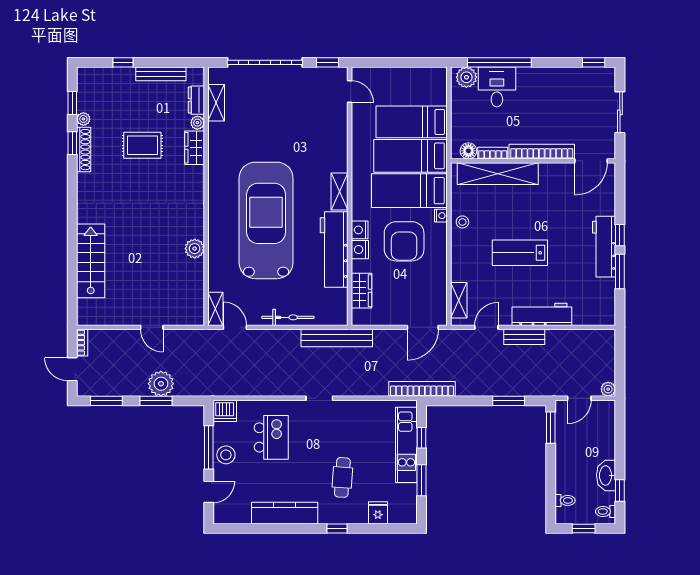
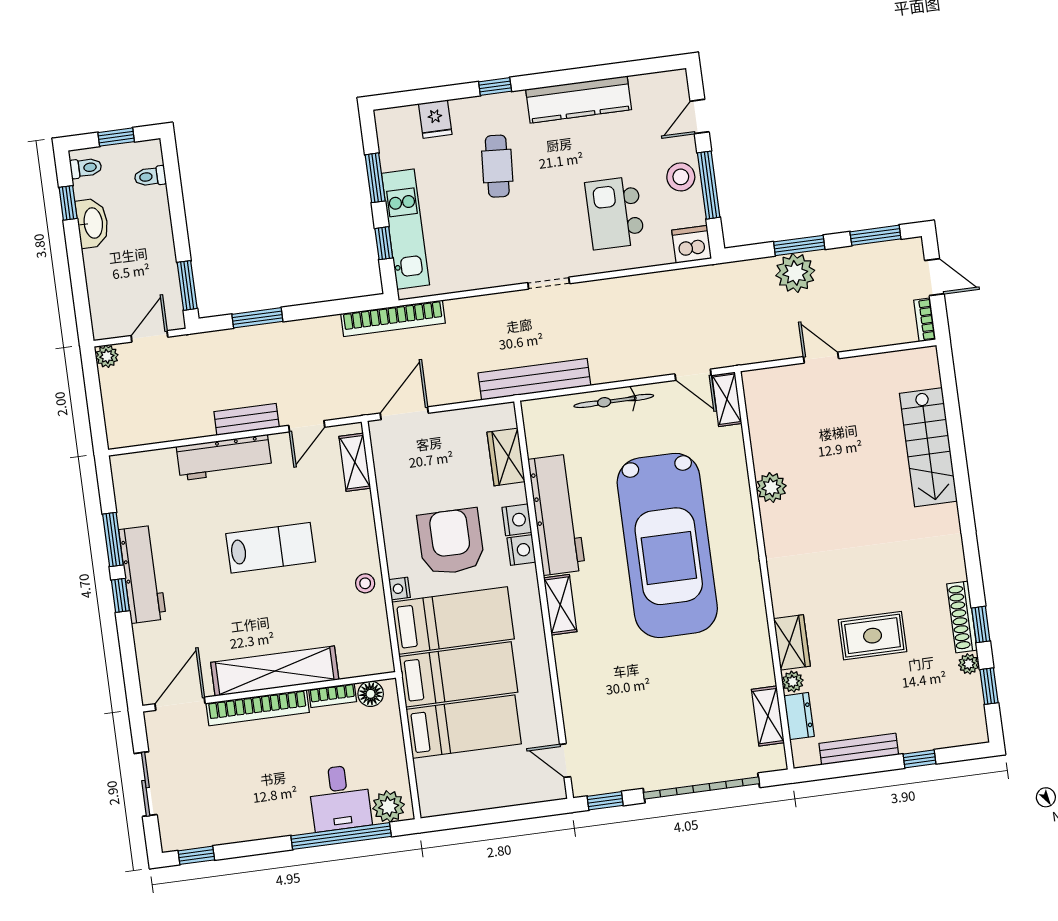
shelving: (498, 174) -> (275, 671), moved

